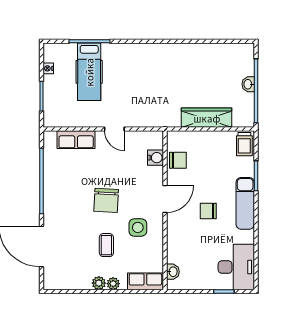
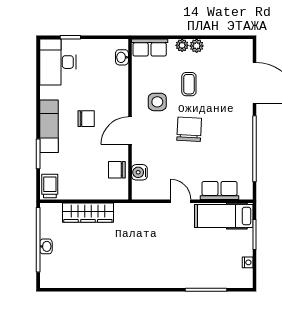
hospital bed: (89, 72) -> (224, 216), moved, turned -90

